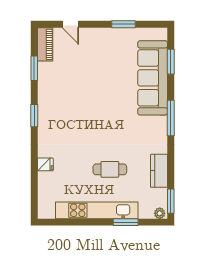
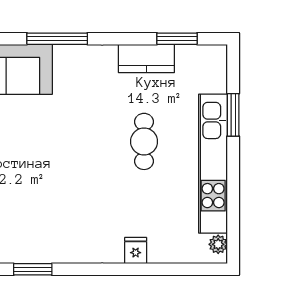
window: (34, 116) -> (33, 269), moved
window: (171, 201) -> (177, 39), moved
plant: (160, 213) -> (218, 244), moved

